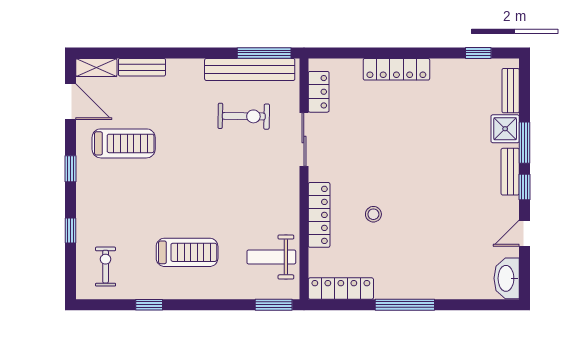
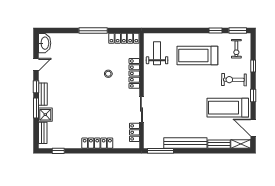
bench: (250, 69) -> (185, 143), moved
exercise bike: (244, 116) -> (234, 80), moved
treadmill: (124, 143) -> (228, 108), width x1.37, depth x1.38
treadmill: (187, 252) -> (197, 56), width x1.37, depth x1.38
weight bench: (271, 257) -> (157, 53), turned -90
window: (274, 305) -> (238, 31), moved

